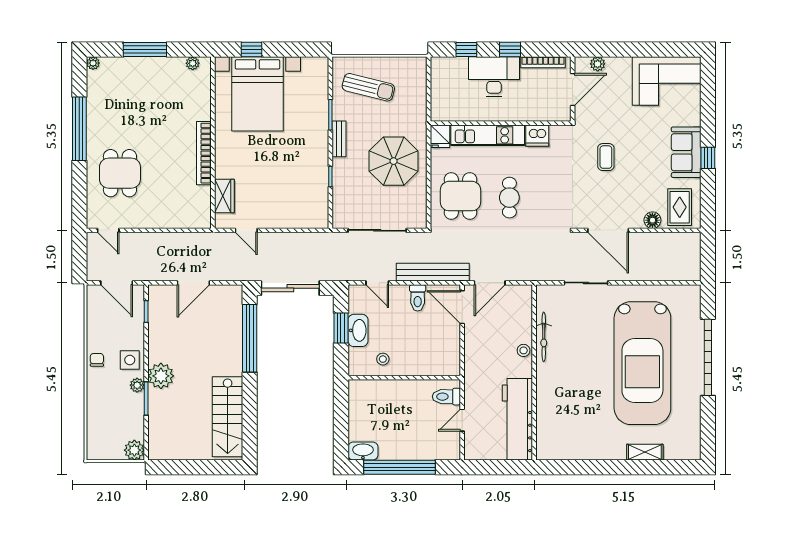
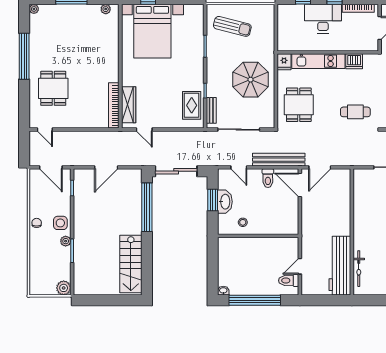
bench: (339, 139) -> (211, 110), moved
bookcase: (204, 153) -> (114, 105), moved
wardrobe: (224, 196) -> (129, 105), width x1.50
rug: (312, 197) -> (192, 105), added
cafe table: (509, 198) -> (355, 112), moved, turned 90
bicycle: (544, 337) -> (359, 269), moved
stool: (524, 350) -> (344, 216), removed
plant: (161, 376) -> (83, 234), removed
toilet: (446, 397) -> (289, 281), moved
washbasin: (363, 451) -> (223, 291), width x0.52, depth x0.69

